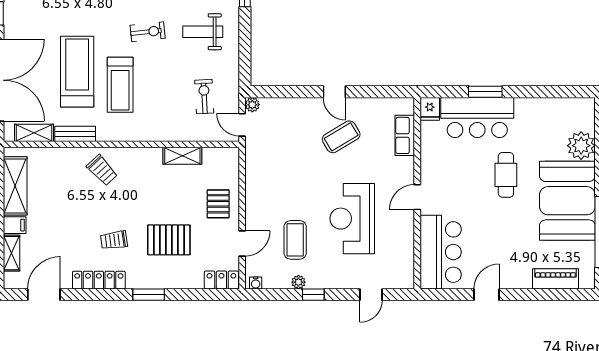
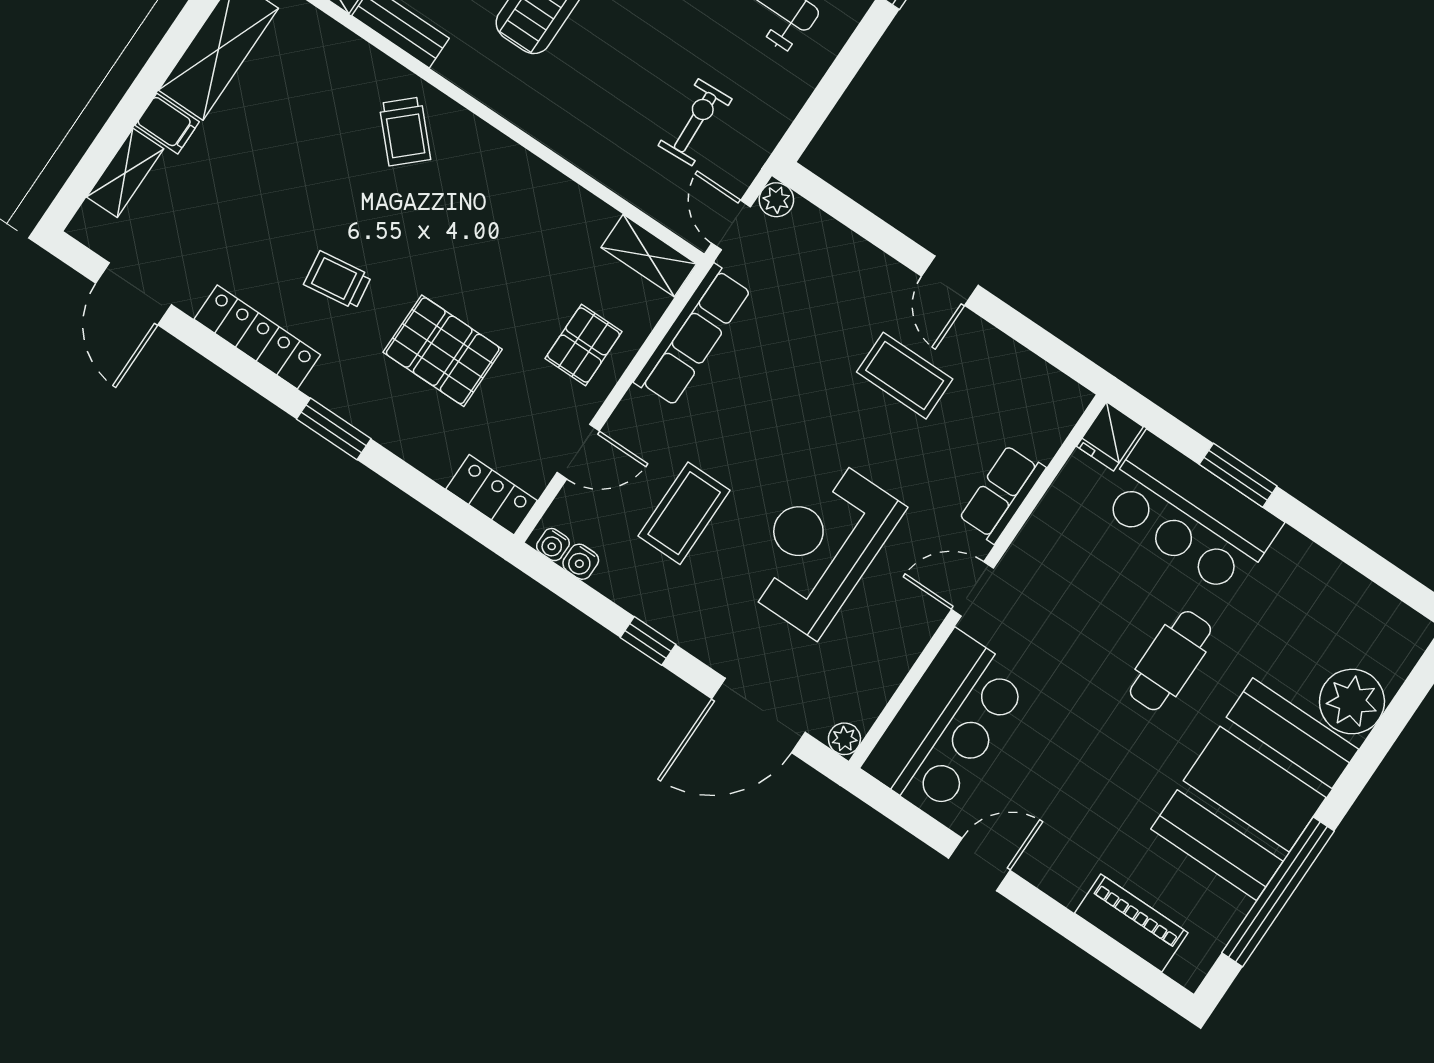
row of seats: (405, 135) -> (1002, 494), moved
coffee table: (341, 137) -> (905, 376), turned 31
shelving: (182, 156) -> (649, 256), moved
row of seats: (255, 174) -> (693, 335), added
water cooler: (270, 282) -> (581, 562), added
plant: (298, 282) -> (844, 739), moved
door: (44, 295) -> (134, 294), swing flipped
door: (371, 295) -> (759, 715), width x1.87

